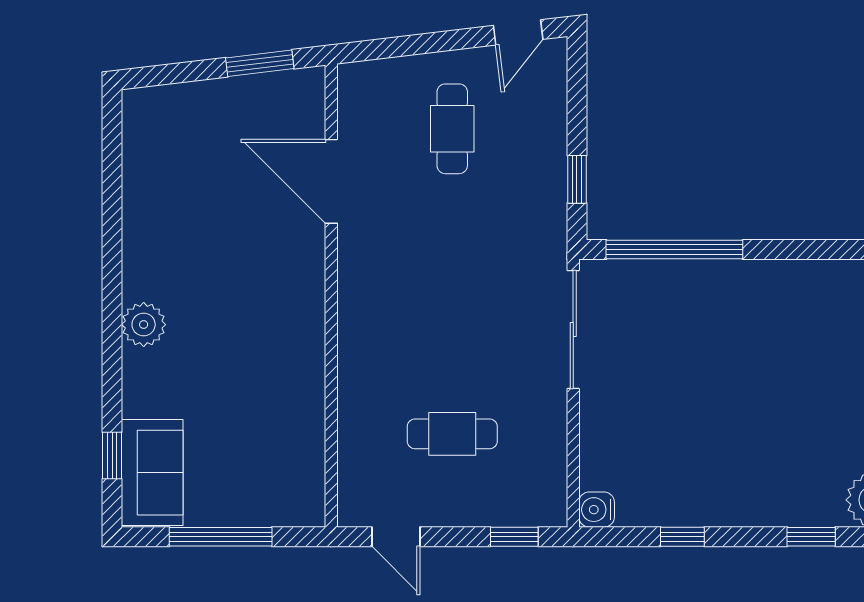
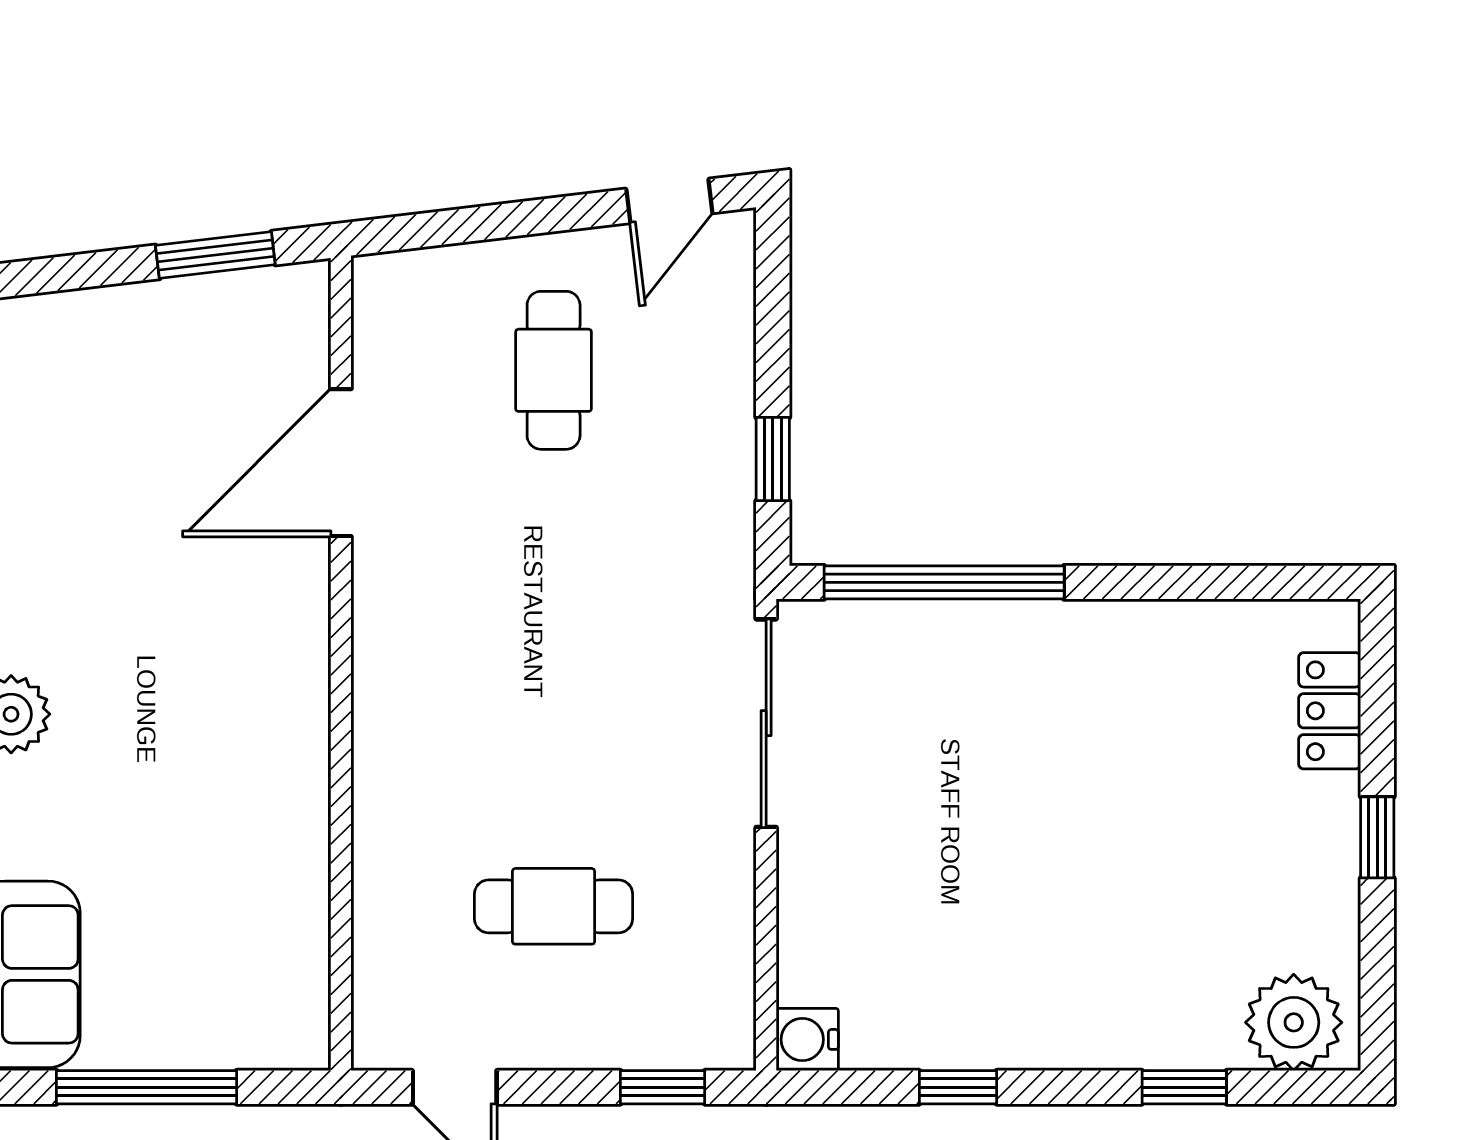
door: (331, 181) -> (341, 463), hinge flipped

